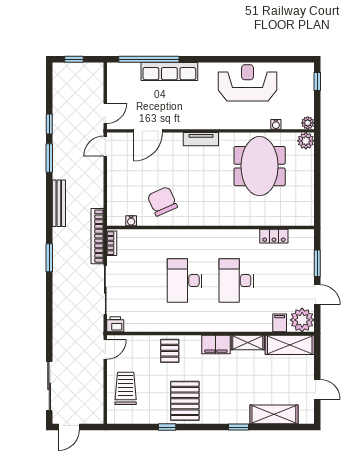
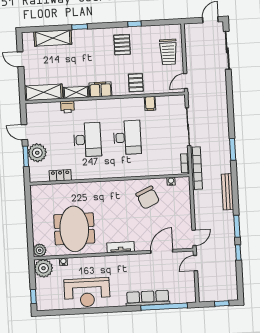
plant: (308, 123) -> (43, 268), width x1.88, depth x1.88
plant: (302, 320) -> (37, 153), moved
filing cabinet: (280, 323) -> (150, 103), moved
printer: (115, 324) -> (67, 107), moved
pallet: (185, 401) -> (122, 45), width x0.67, depth x0.71

